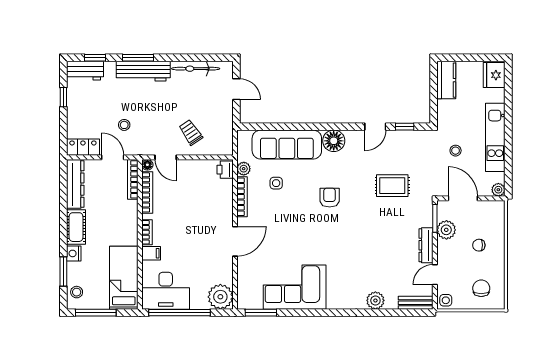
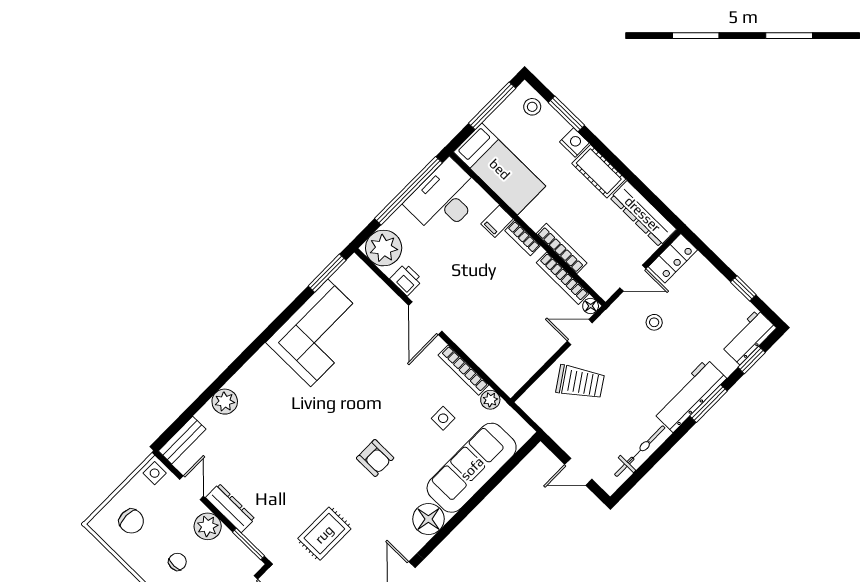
trolley: (191, 132) -> (580, 382), width x1.36, depth x1.39
printer: (225, 170) -> (406, 280), moved
bookcase: (133, 179) -> (562, 248), moved
plant: (446, 230) -> (208, 526), moved

